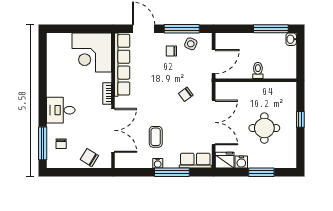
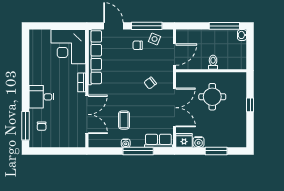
round table: (264, 128) -> (212, 97), moved
chair: (89, 158) -> (66, 138), removed

